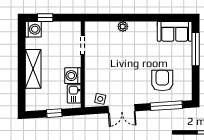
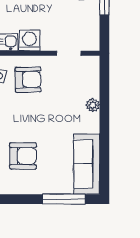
sofa: (175, 31) -> (87, 164), width x1.36
armchair: (103, 77) -> (28, 79), added

